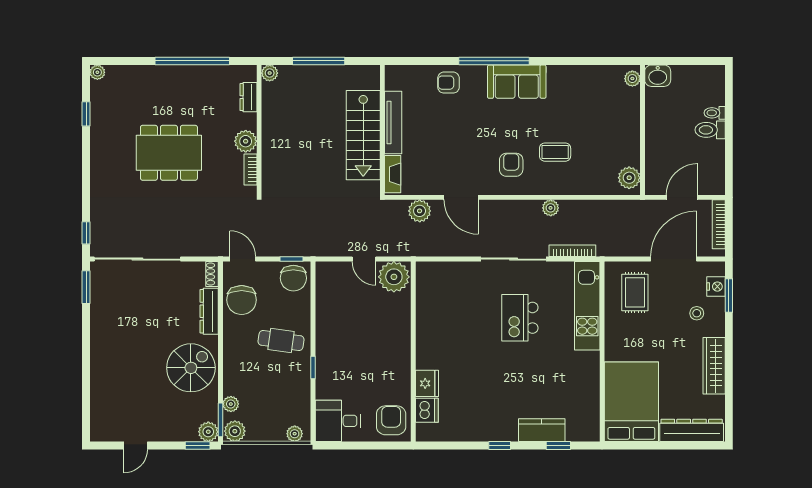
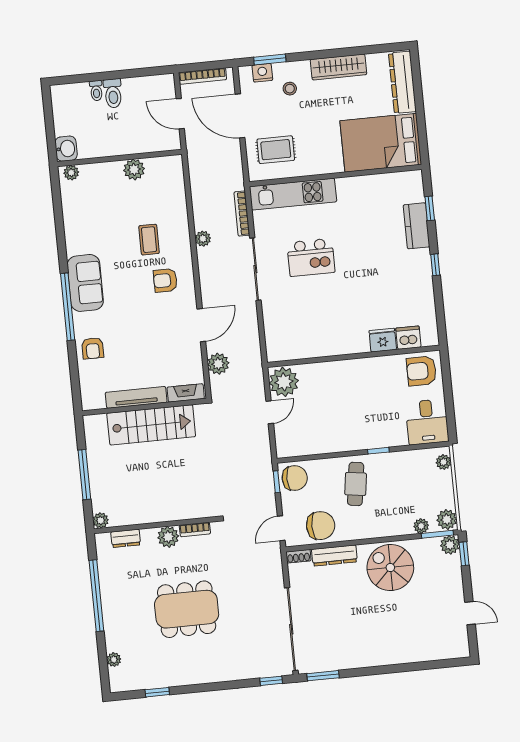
plant: (97, 72) -> (114, 660), moved
dining table: (169, 153) -> (187, 609), turned 90
plant: (629, 178) -> (134, 169), moved

